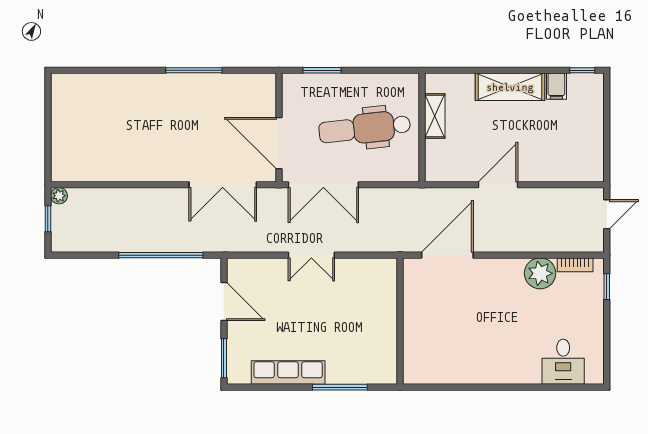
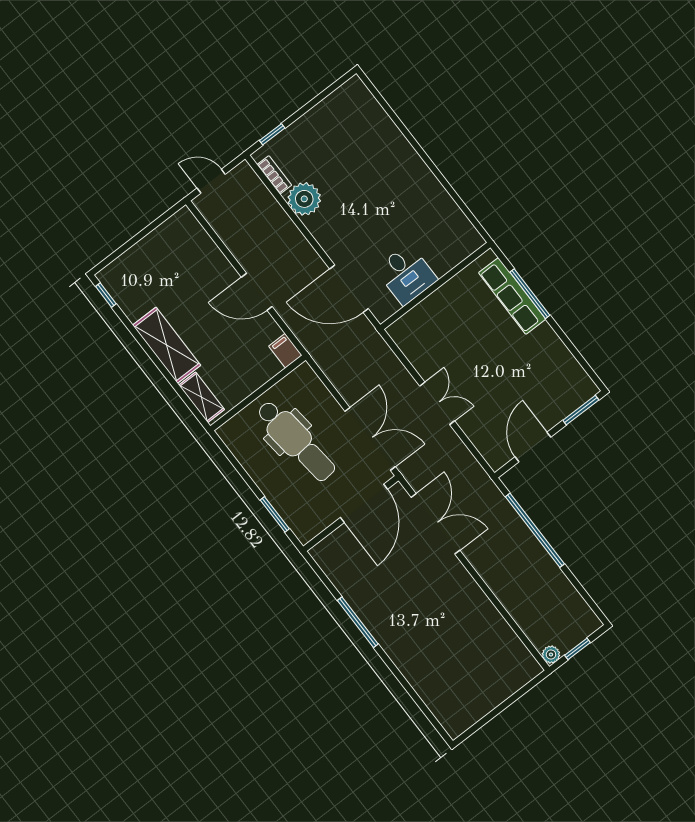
filing cabinet: (556, 86) -> (285, 351), moved, turned -90
shelving: (435, 116) -> (202, 397), moved, turned 90
desk: (563, 362) -> (406, 274), moved, turned 90
row of seats: (288, 373) -> (512, 296), moved

